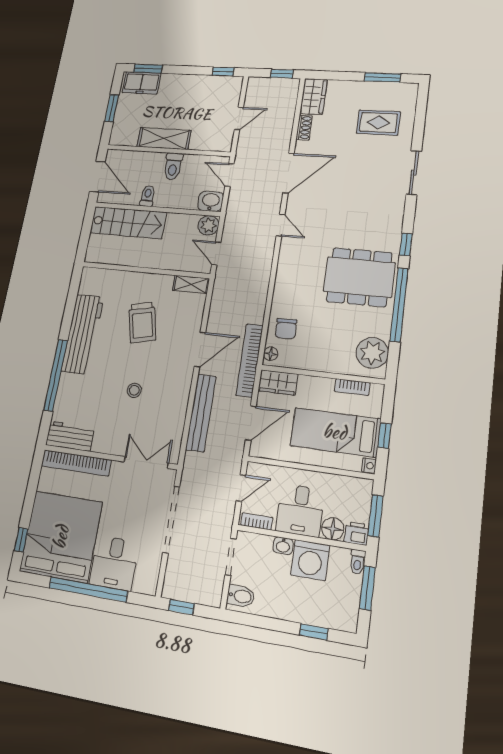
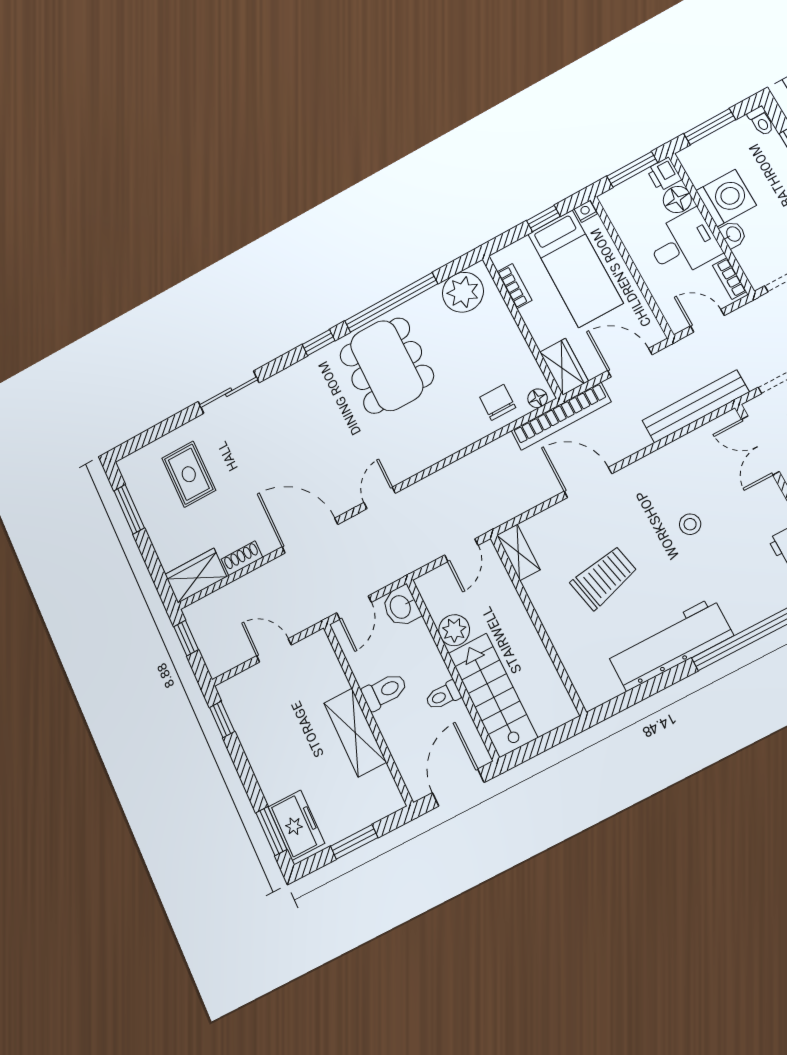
plant: (208, 225) -> (454, 630), moved
chair: (286, 329) -> (498, 402), turned -88
bench: (201, 413) -> (696, 406), moved
toilet: (358, 562) -> (761, 121), moved, turned 90

